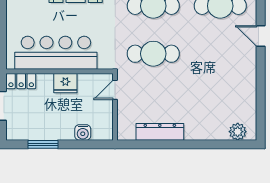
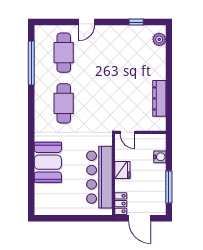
cafe table: (153, 54) -> (100, 103), removed
window: (261, 101) -> (136, 22), added
window: (43, 144) -> (169, 187), width x1.44

